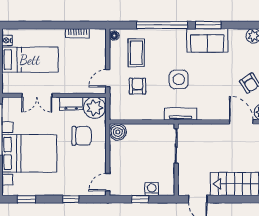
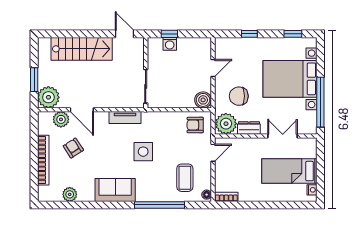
window: (208, 25) -> (114, 205), removed
bookcase: (77, 33) -> (226, 197), moved
armchair: (137, 86) -> (195, 125), moved, turned 90
tv unit: (181, 114) -> (125, 117), moved
door: (108, 182) -> (213, 68), moved
window: (140, 199) -> (169, 34), moved

